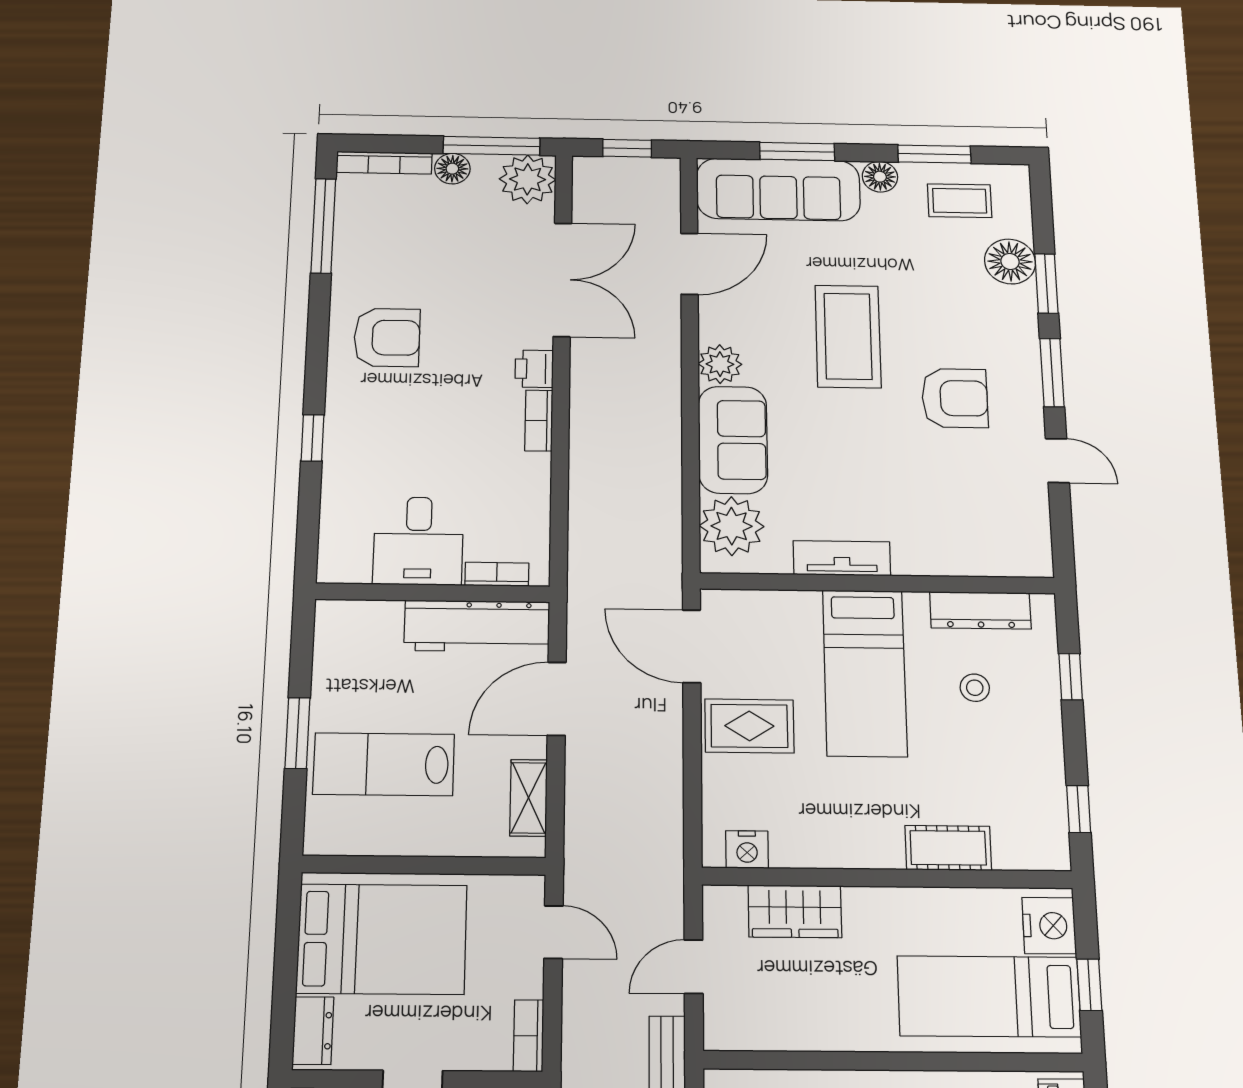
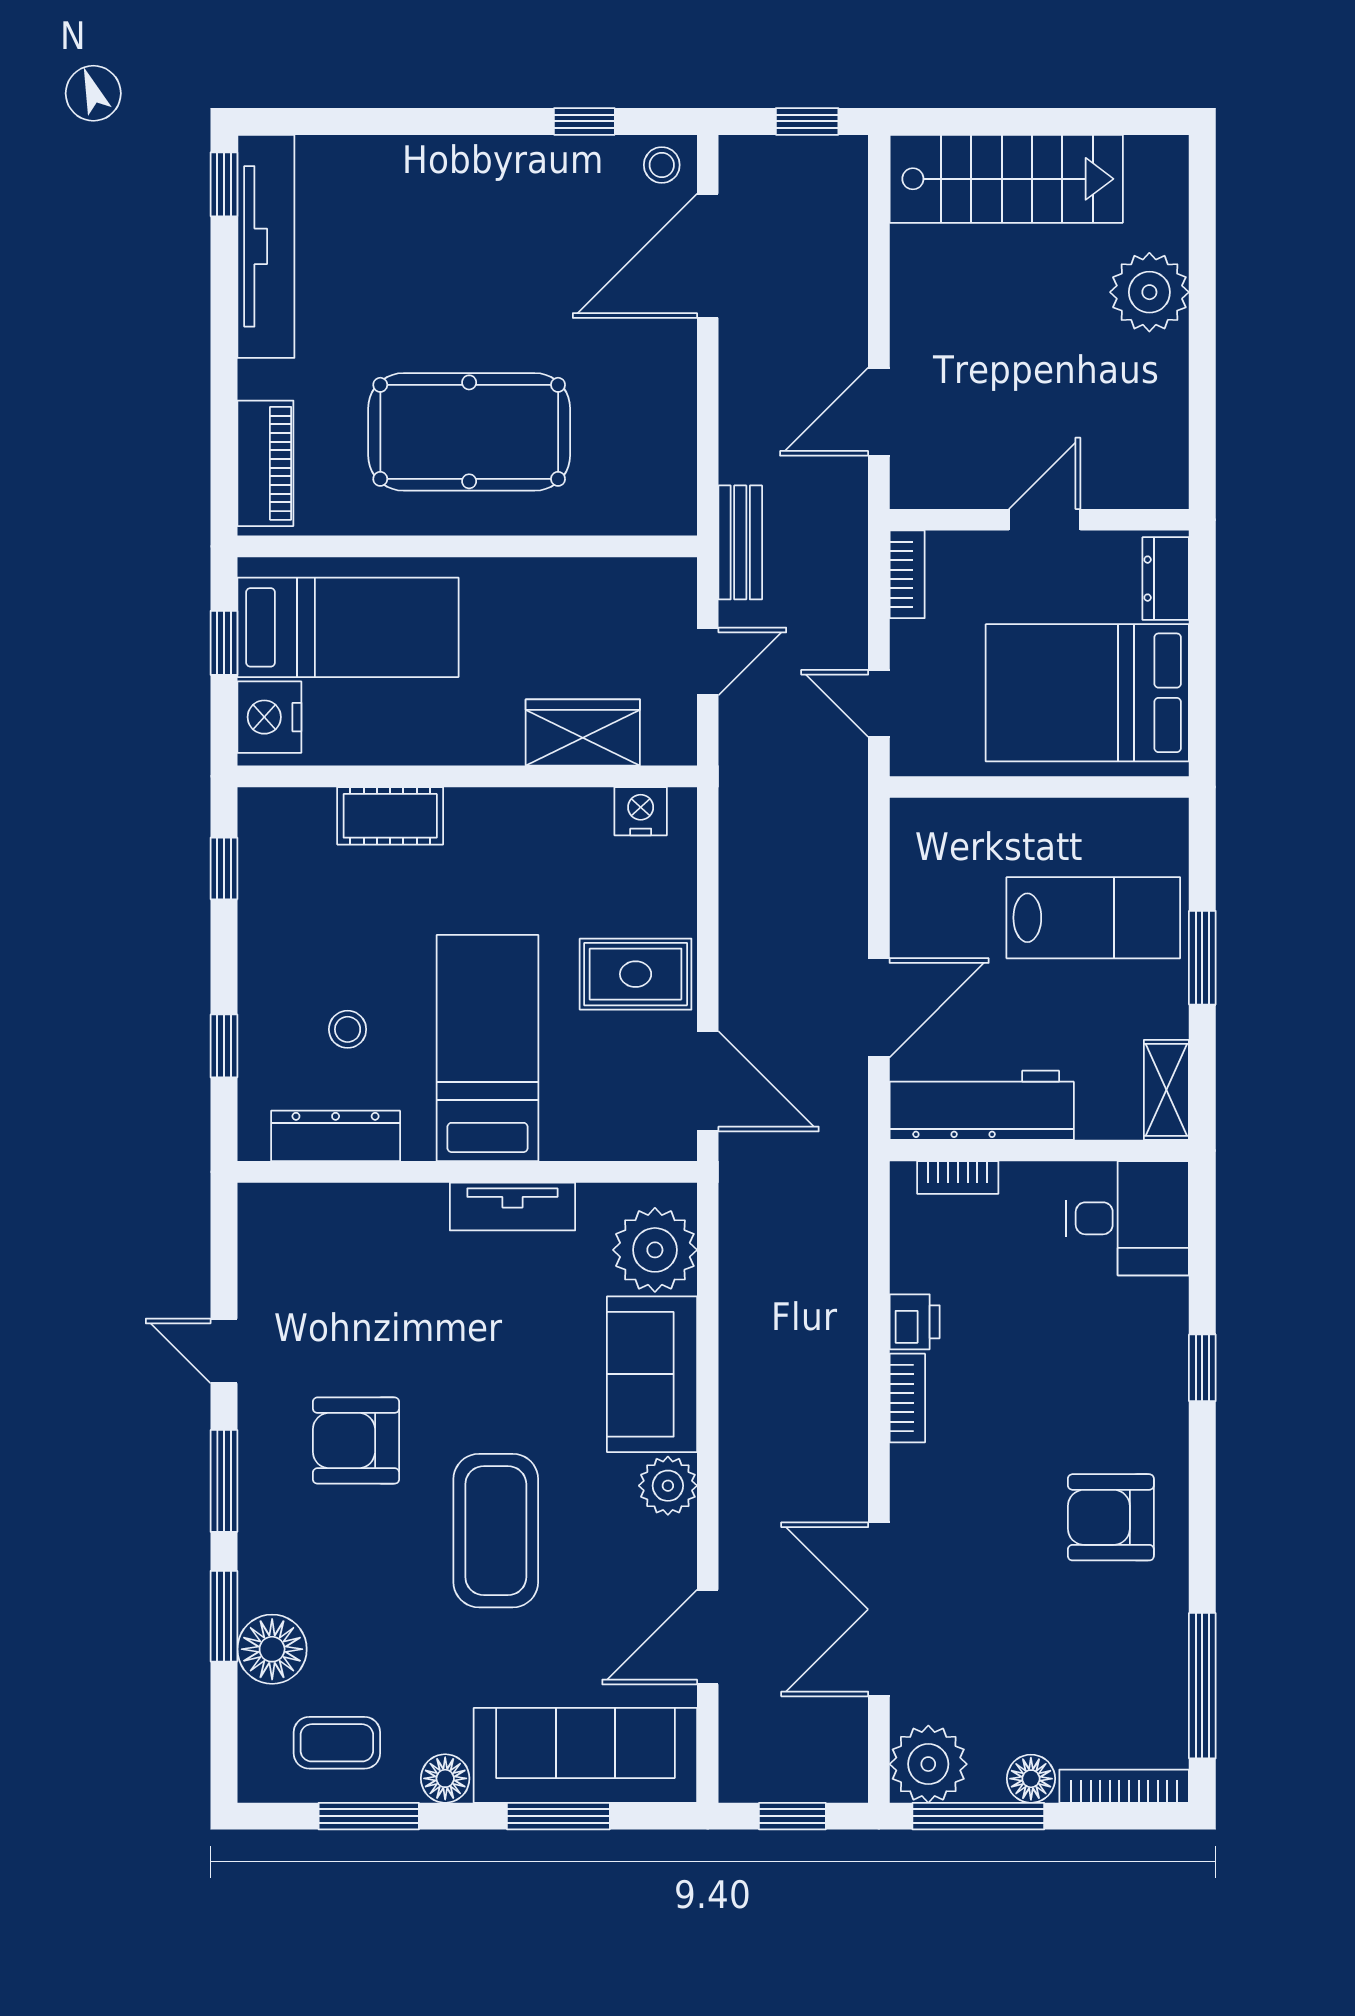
printer: (534, 369) -> (915, 1322), moved
desk: (418, 541) -> (1127, 1218), moved, turned 90
shelving: (529, 798) -> (1166, 1090), moved

